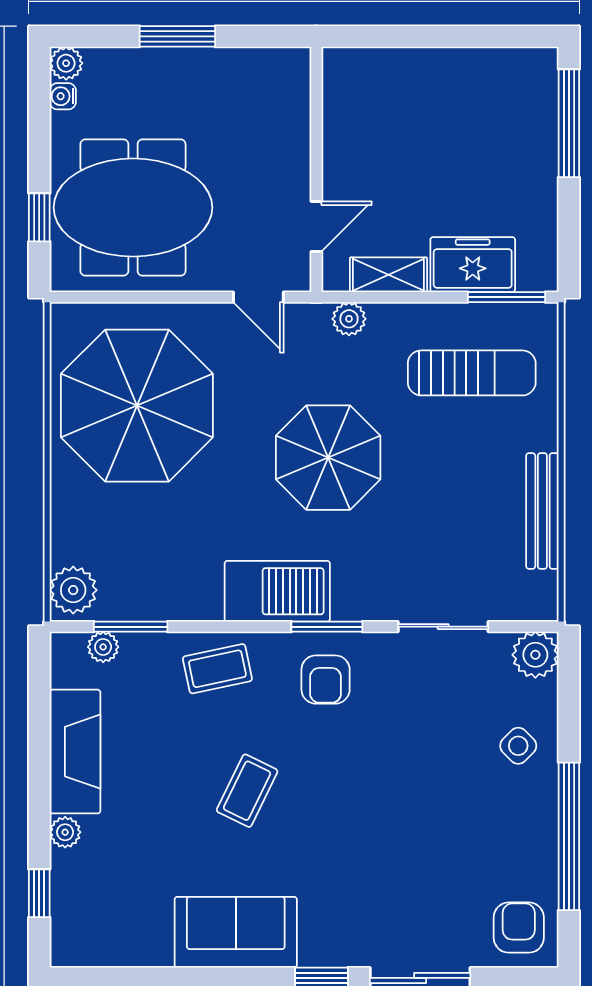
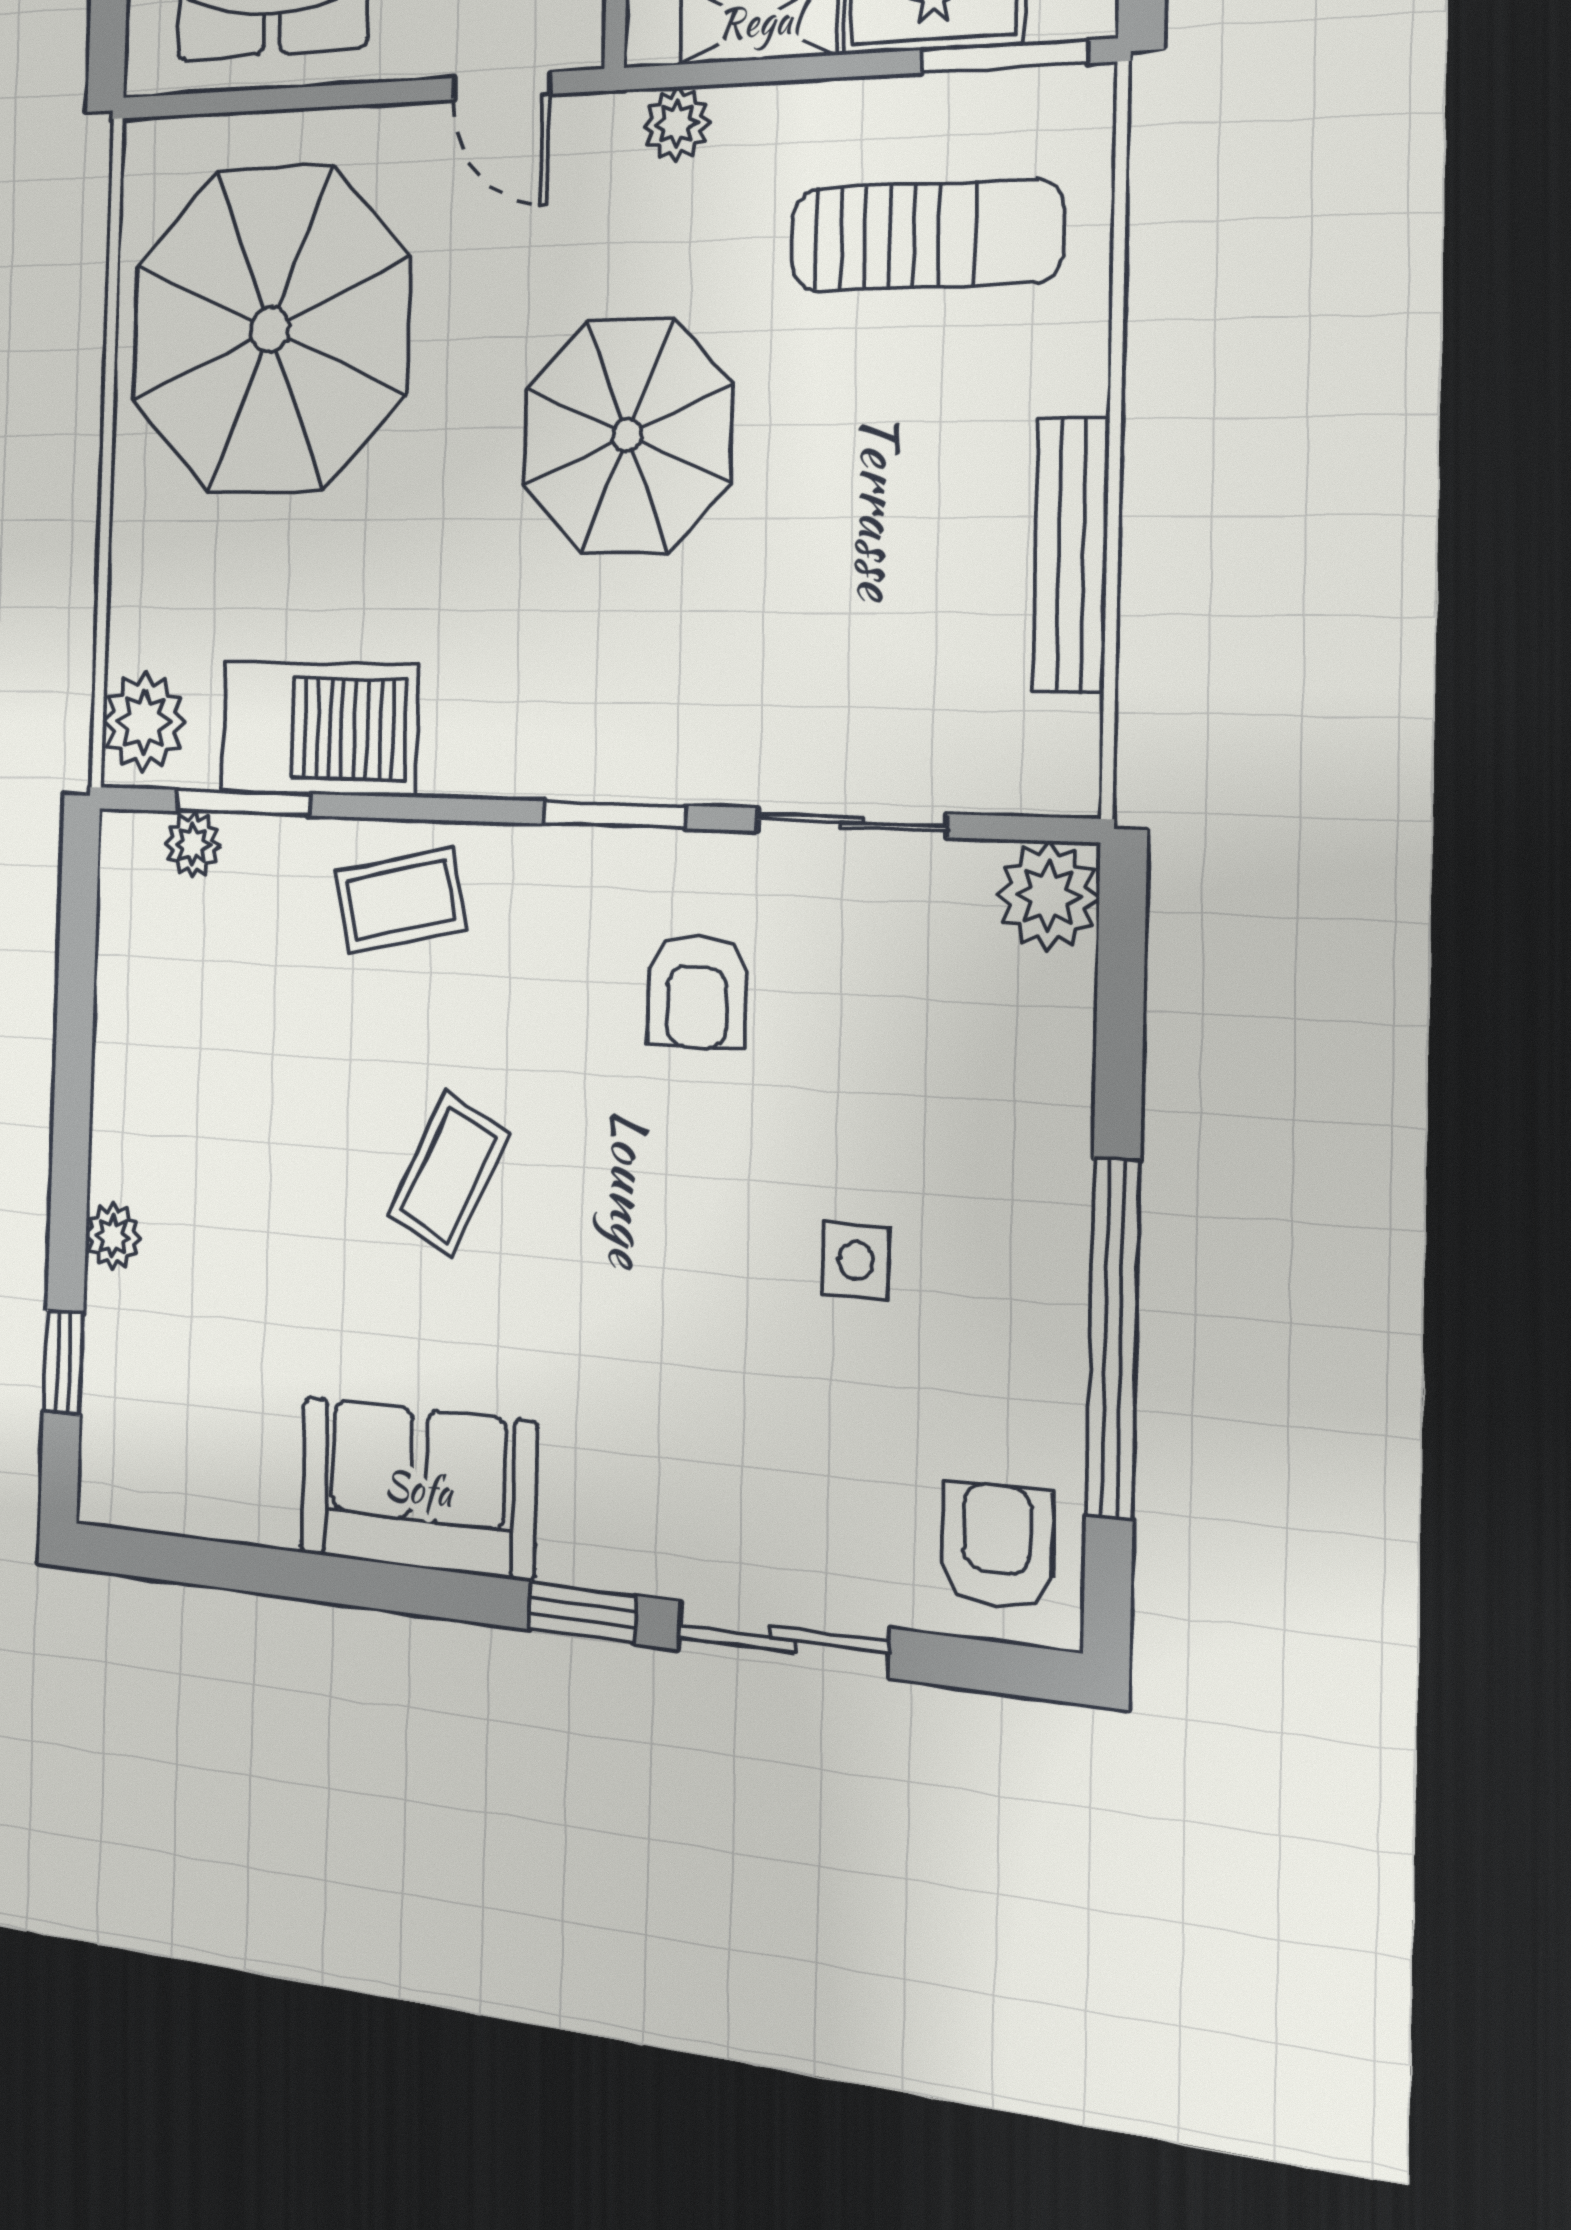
barbecue: (277, 591) -> (319, 728), moved
armchair: (326, 680) -> (697, 991), moved
side table: (518, 746) -> (856, 1260), moved, turned 45
fireplace: (75, 752) -> (136, 1065), removed

